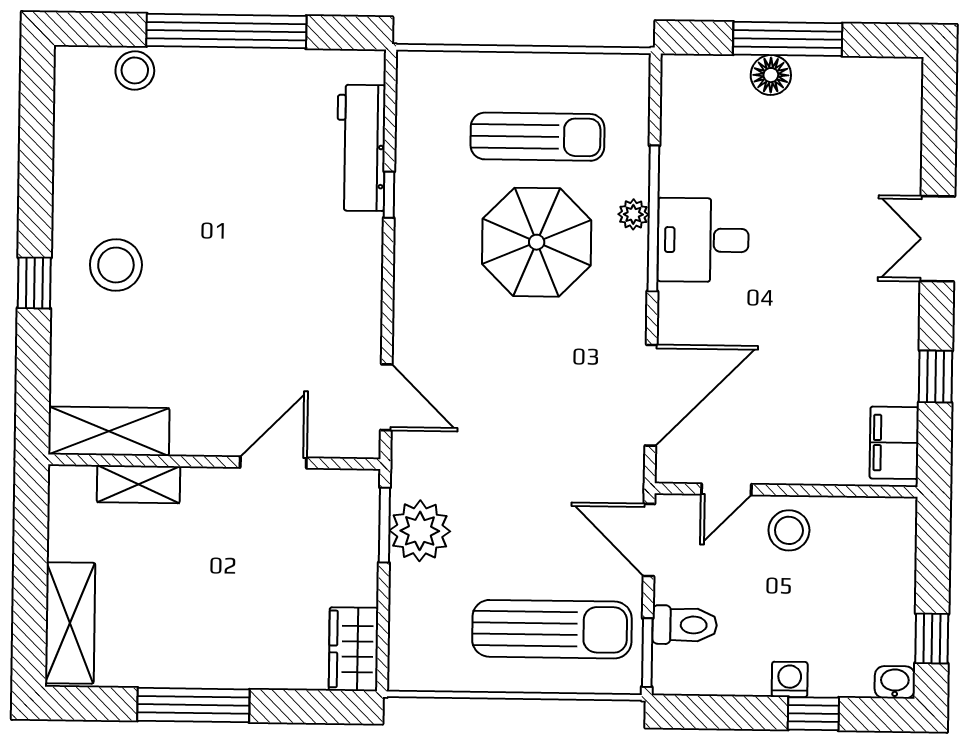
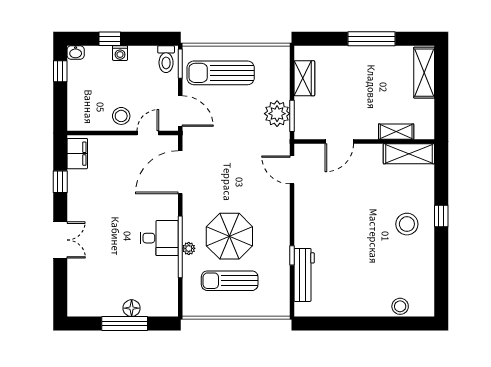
window: (226, 31) -> (362, 323), removed
toilet: (685, 625) -> (166, 59), moved, turned -90
wardrobe: (354, 649) -> (304, 78), moved

